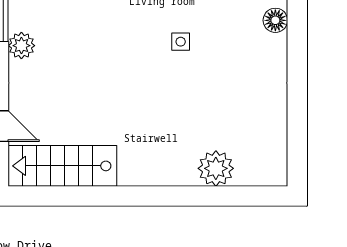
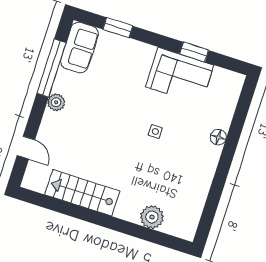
stairs: (62, 166) -> (82, 193), moved

